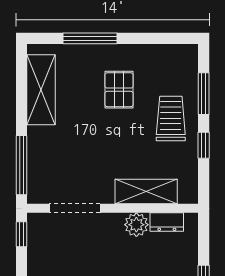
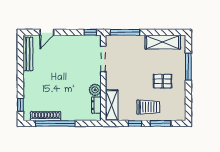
shelving: (146, 192) -> (112, 105), moved

